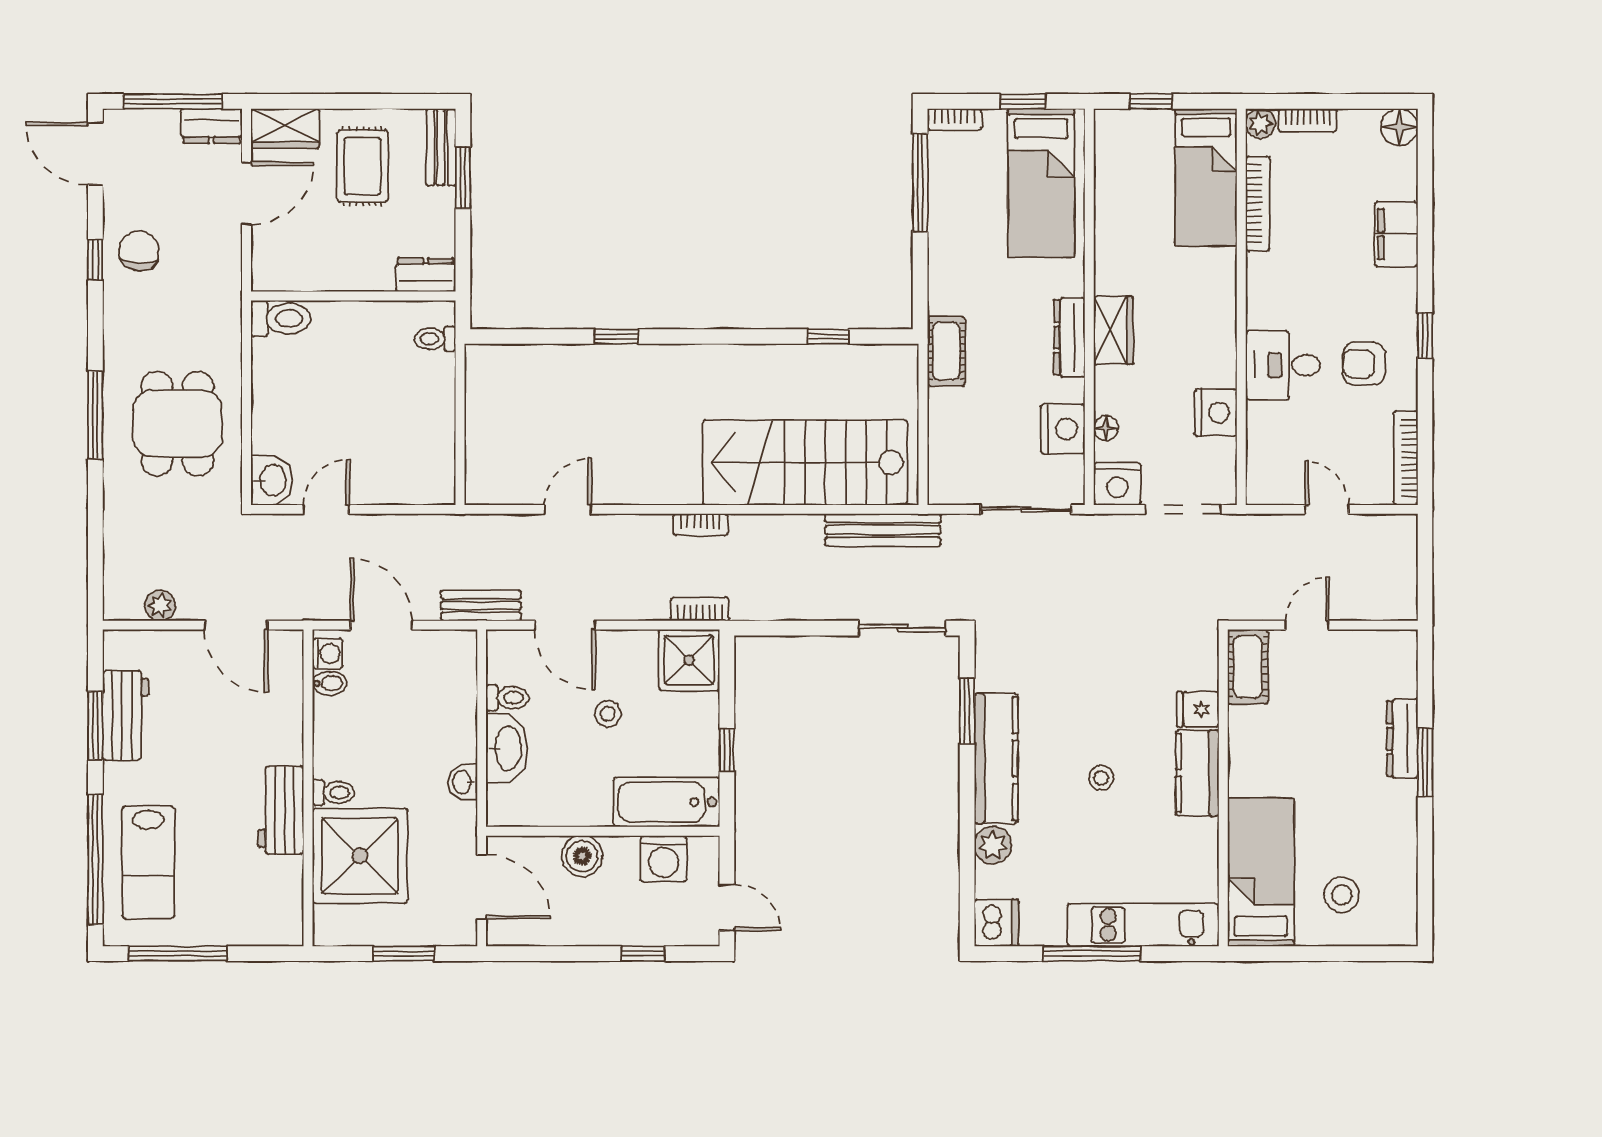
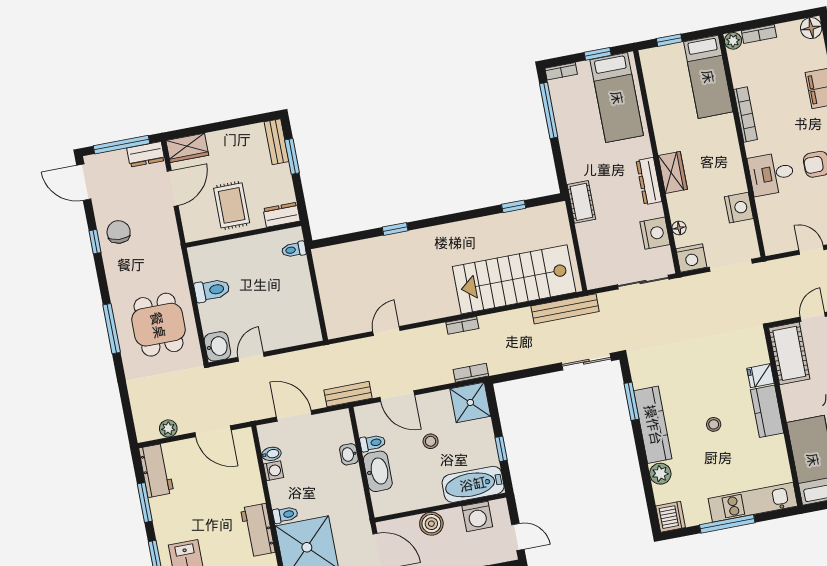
rug: (362, 166) -> (232, 205), moved
bookcase: (1258, 204) -> (746, 115), moved
toilet: (281, 319) -> (212, 290), moved
washing machine: (328, 654) -> (273, 471), moved
cot: (1248, 667) -> (789, 353), width x1.37, depth x1.34
workbench: (126, 716) -> (156, 470), moved
washbasin: (463, 782) -> (349, 454), moved

